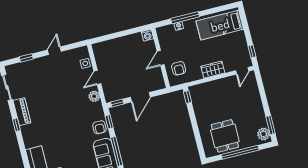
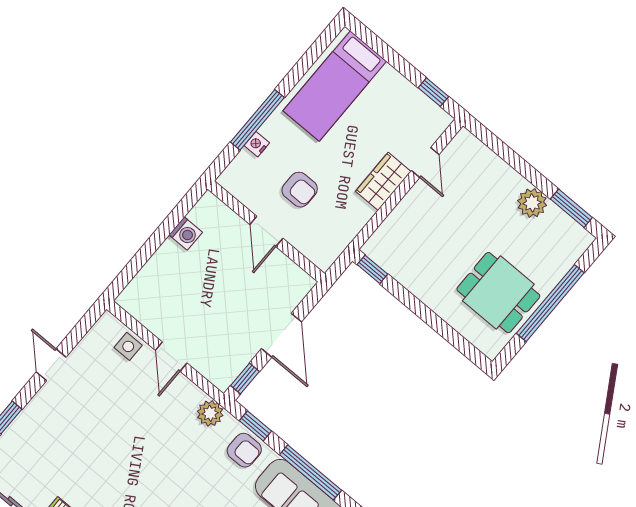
washing machine: (147, 35) -> (186, 233), moved
armchair: (179, 68) -> (300, 190), moved
door: (242, 71) -> (425, 162), moved
plant: (94, 96) -> (210, 413), moved
plant: (264, 134) -> (532, 203), moved

